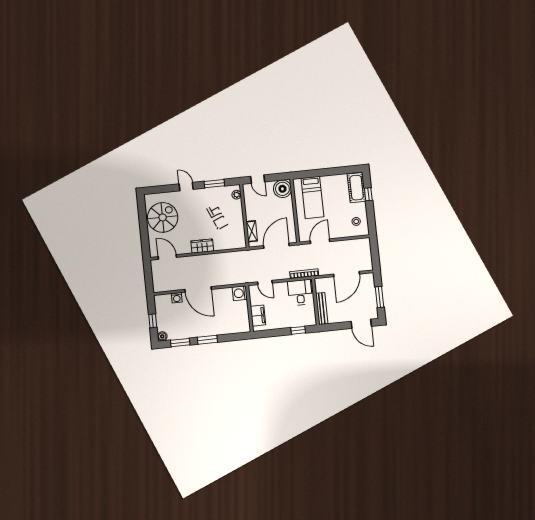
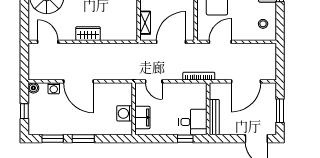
desk: (300, 292) -> (193, 122), moved, turned 90
washing machine: (240, 293) -> (125, 113), moved
boiler: (162, 336) -> (33, 88), moved

